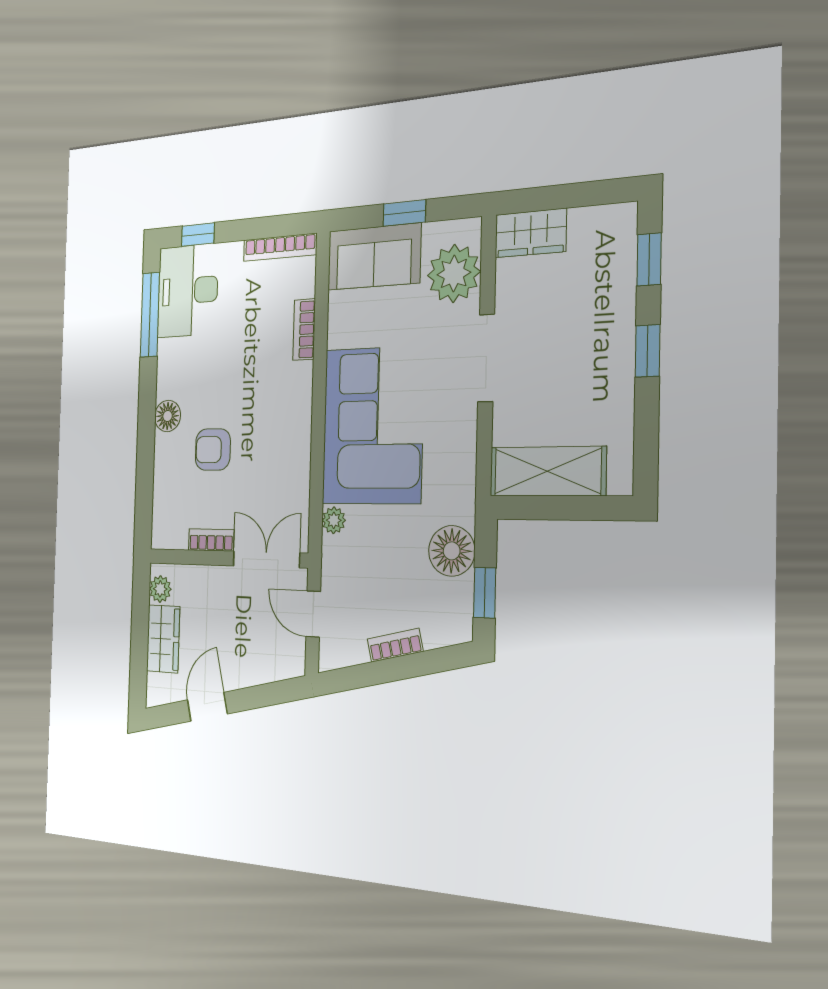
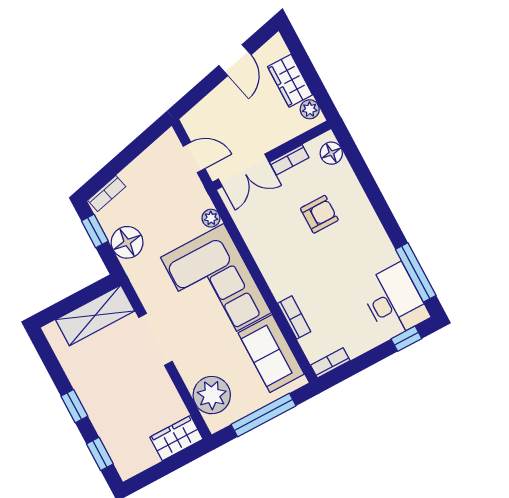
window: (404, 213) -> (263, 415), width x2.17
bookcase: (280, 247) -> (330, 363), width x0.64
sofa: (374, 257) -> (271, 353), moved, turned -90
doorway: (486, 358) -> (155, 339), moved
floor lamp: (168, 416) -> (331, 153), moved
bookcase: (395, 645) -> (107, 193), moved

